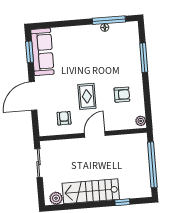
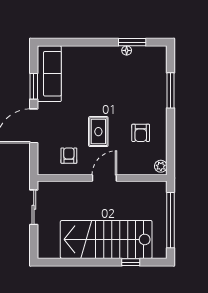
window: (109, 20) -> (132, 42), width x0.69
window: (29, 52) -> (34, 86), moved
armchair: (122, 95) -> (141, 133), turned 90
stairs: (91, 191) -> (106, 239), width x1.36, depth x1.51
plant: (56, 198) -> (52, 251), removed

